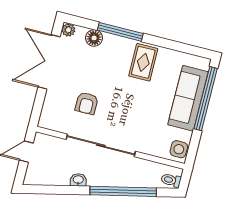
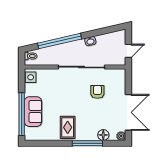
sofa: (188, 98) -> (33, 112), width x0.73

